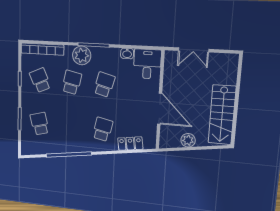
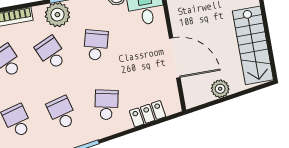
school desk: (72, 82) -> (51, 53), turned -36
school desk: (71, 126) -> (62, 113), added

